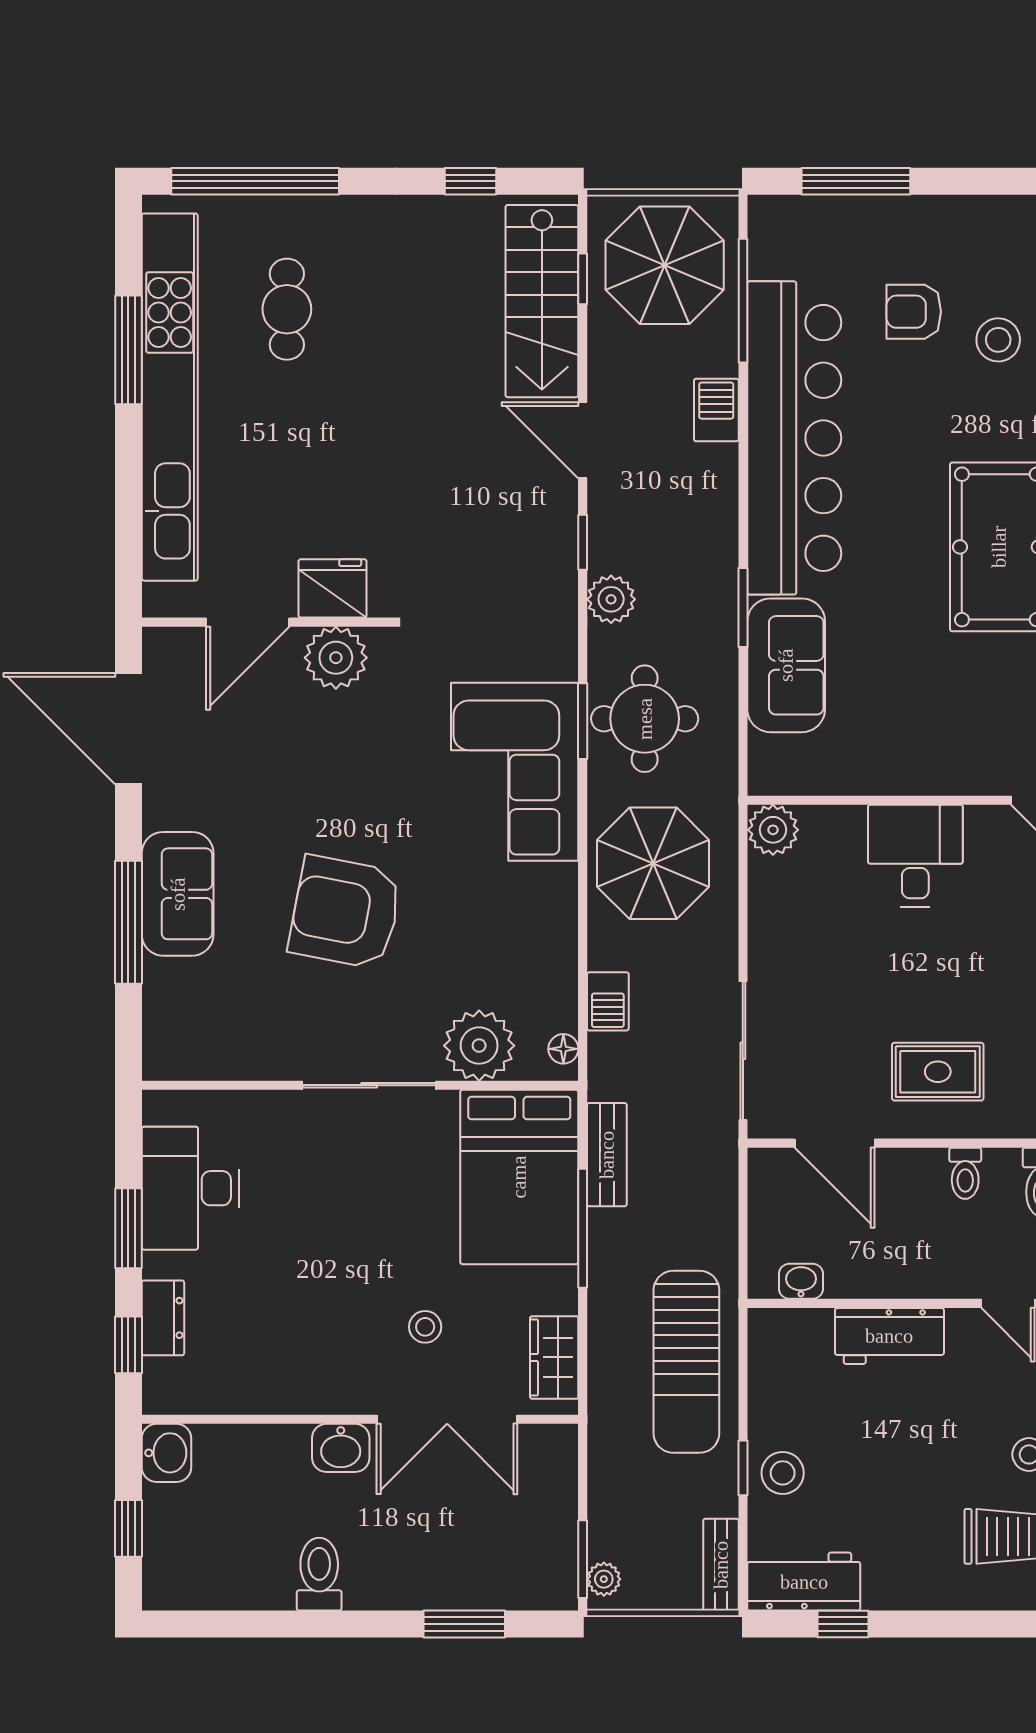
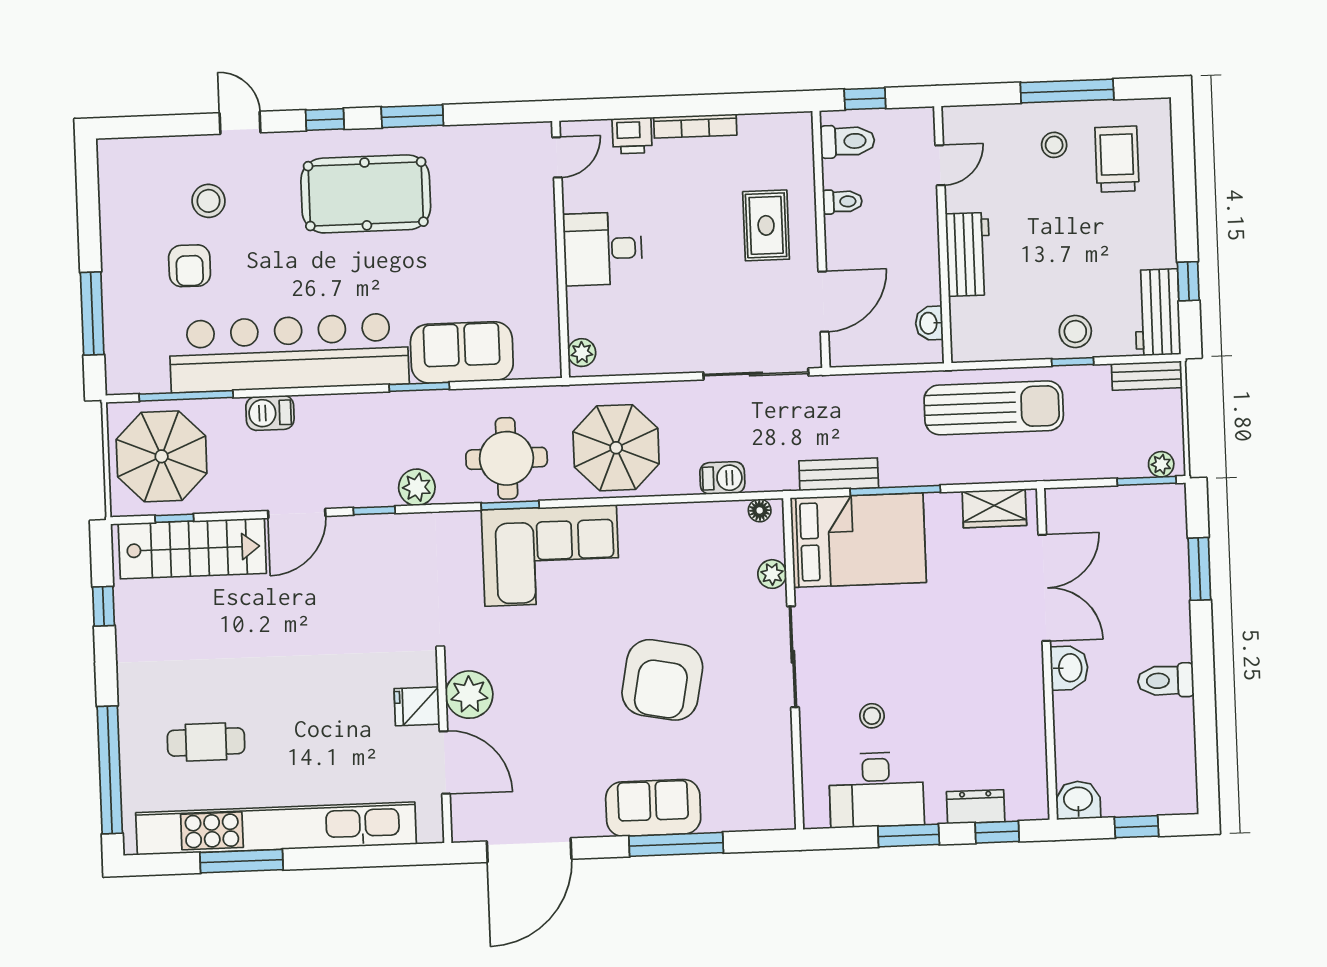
fridge: (333, 588) -> (417, 706), width x0.72
plant: (773, 830) -> (582, 353), width x0.73, depth x0.73
plant: (479, 1046) -> (772, 574), width x0.53, depth x0.53
stool: (425, 1327) -> (872, 716), moved

